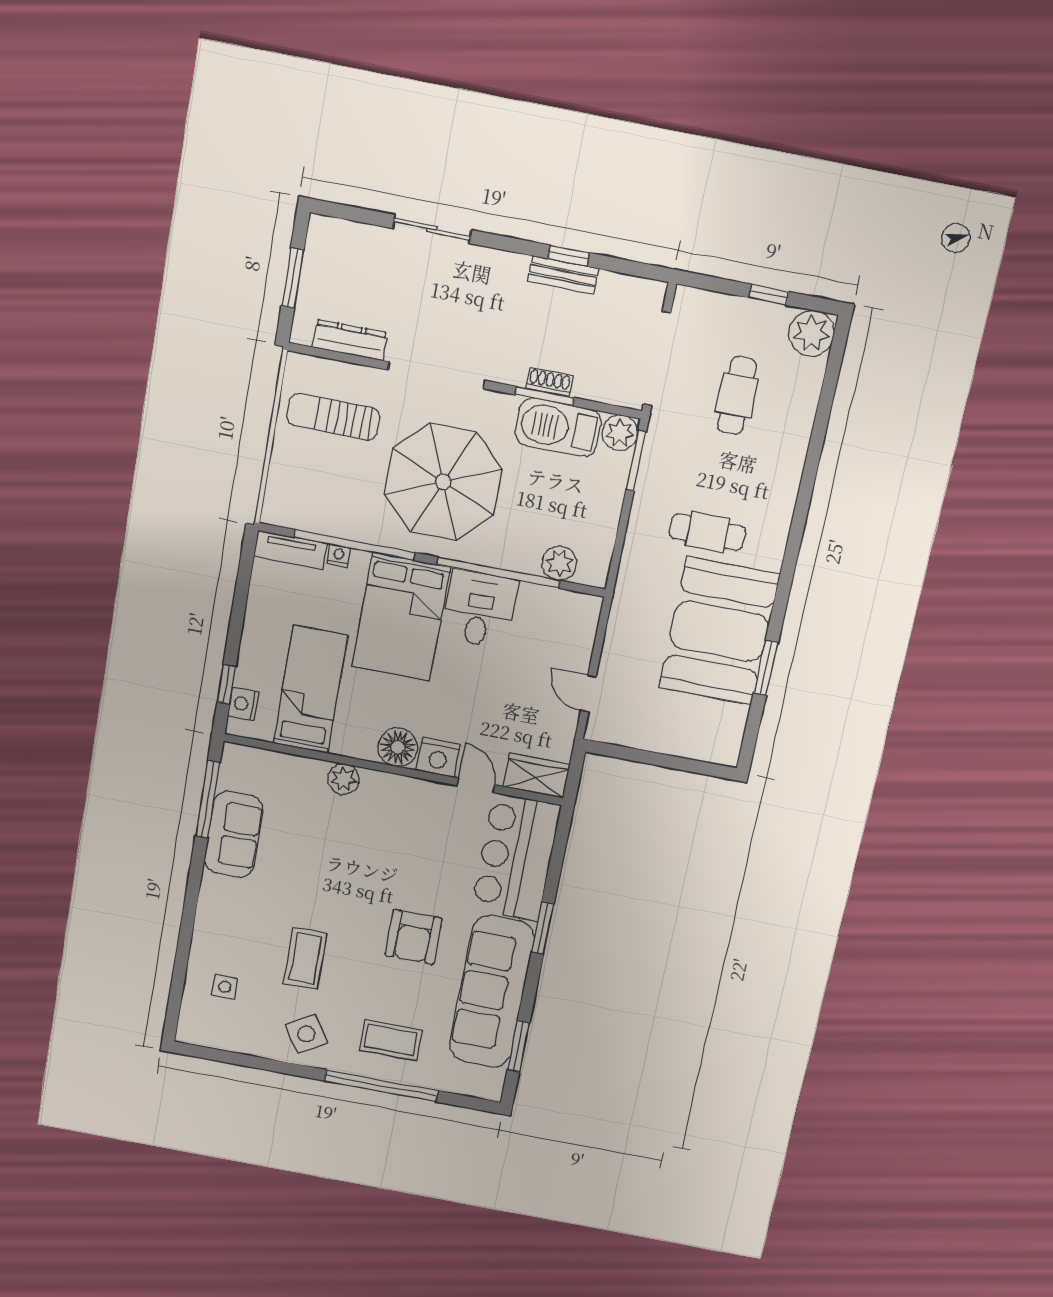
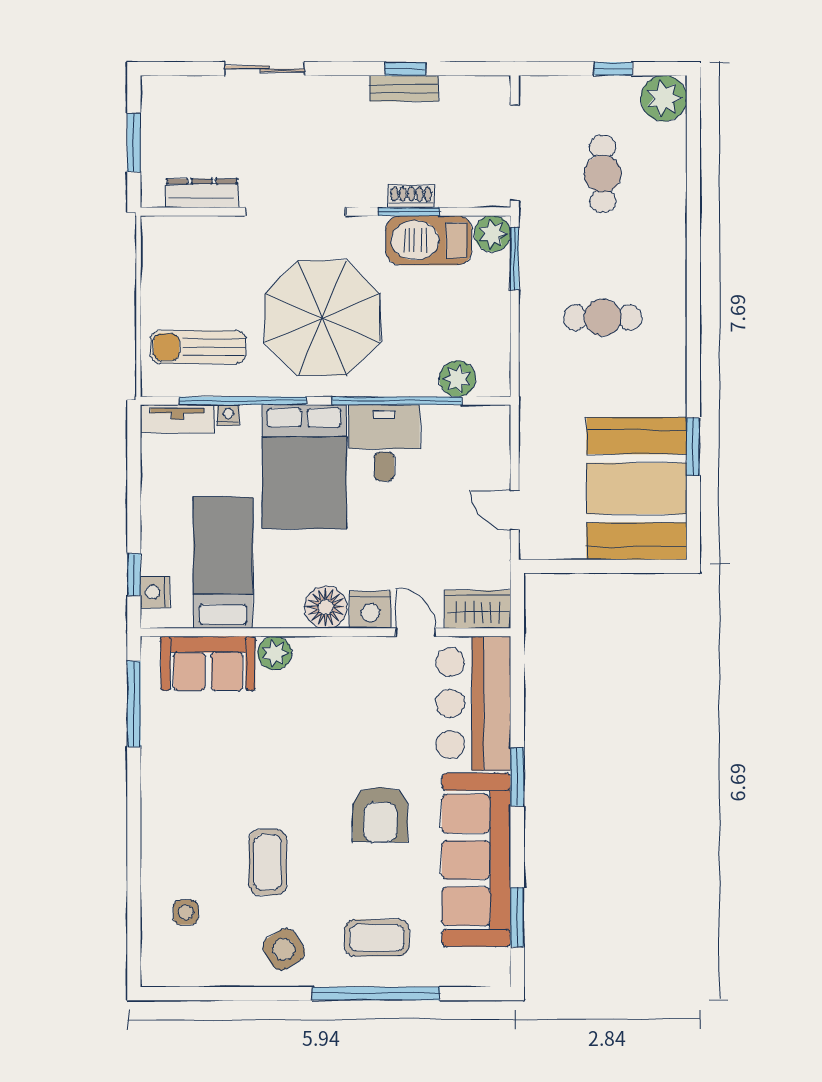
sun lounger: (333, 417) -> (198, 347), moved
booth: (719, 631) -> (637, 488), moved
sofa: (233, 834) -> (208, 663), moved, turned 90

